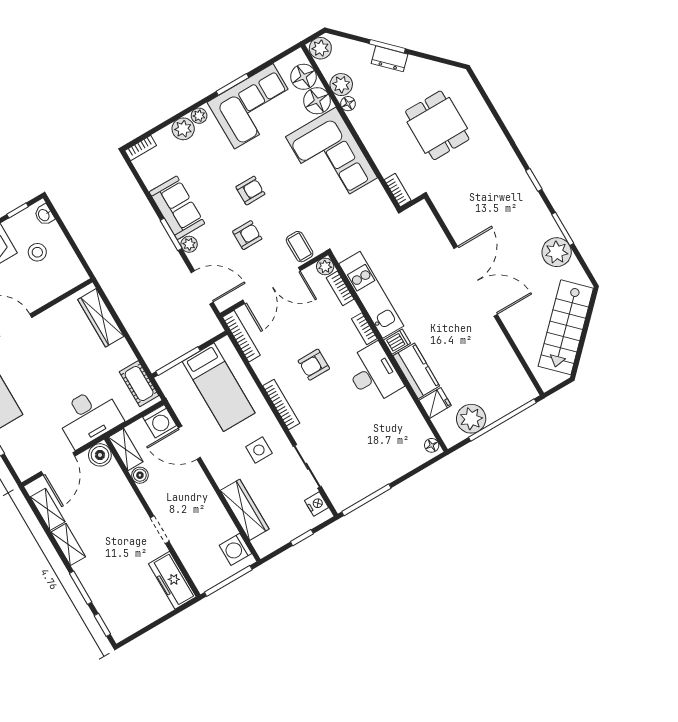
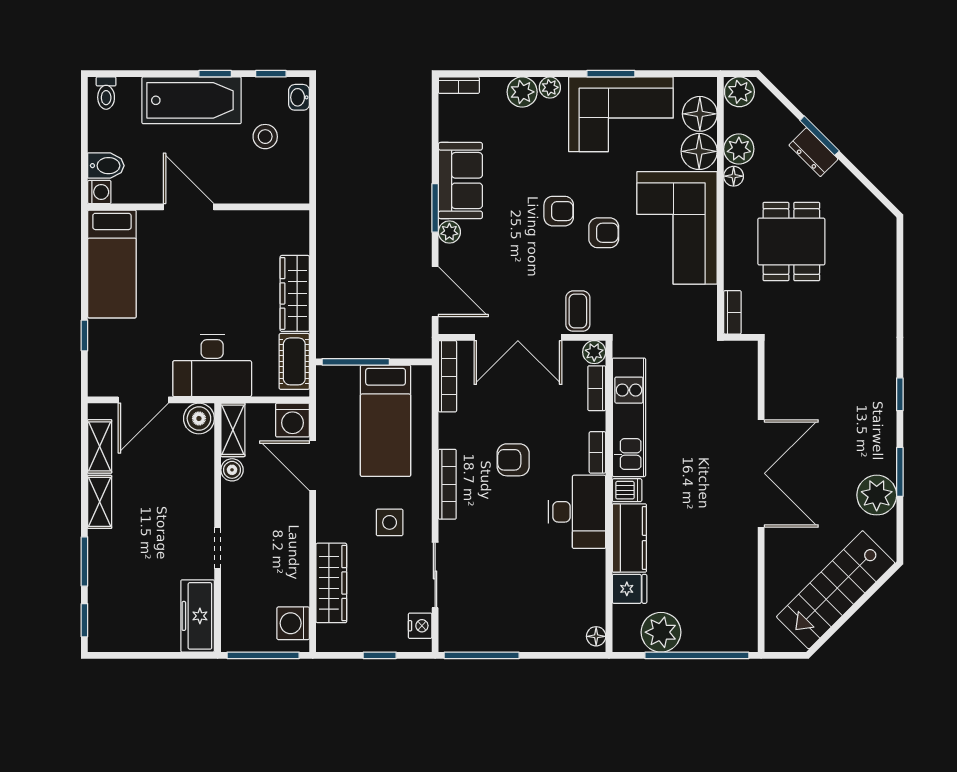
dining table: (437, 125) -> (791, 242), moved
armchair: (247, 235) -> (604, 233), moved
wardrobe: (101, 318) -> (295, 293), moved

